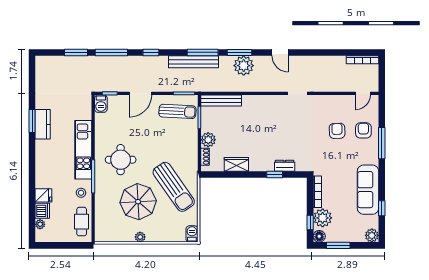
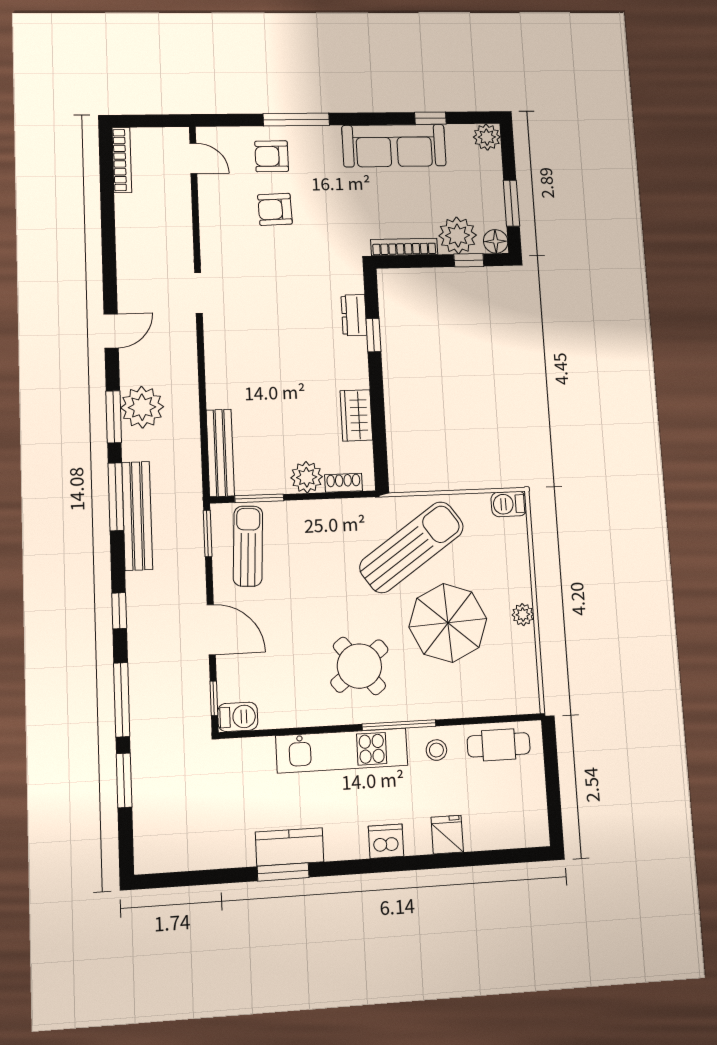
round table: (121, 160) -> (359, 666), turned -38
dishwasher: (42, 211) -> (386, 841), moved
plant: (40, 224) -> (511, 838), removed

